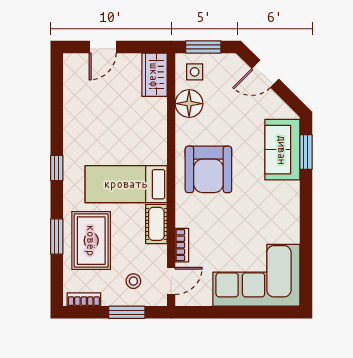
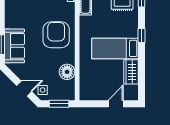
side table: (195, 72) -> (43, 90), moved
wardrobe: (154, 75) -> (131, 72), moved, turned 180
bed: (126, 184) -> (115, 48), moved, turned 180

